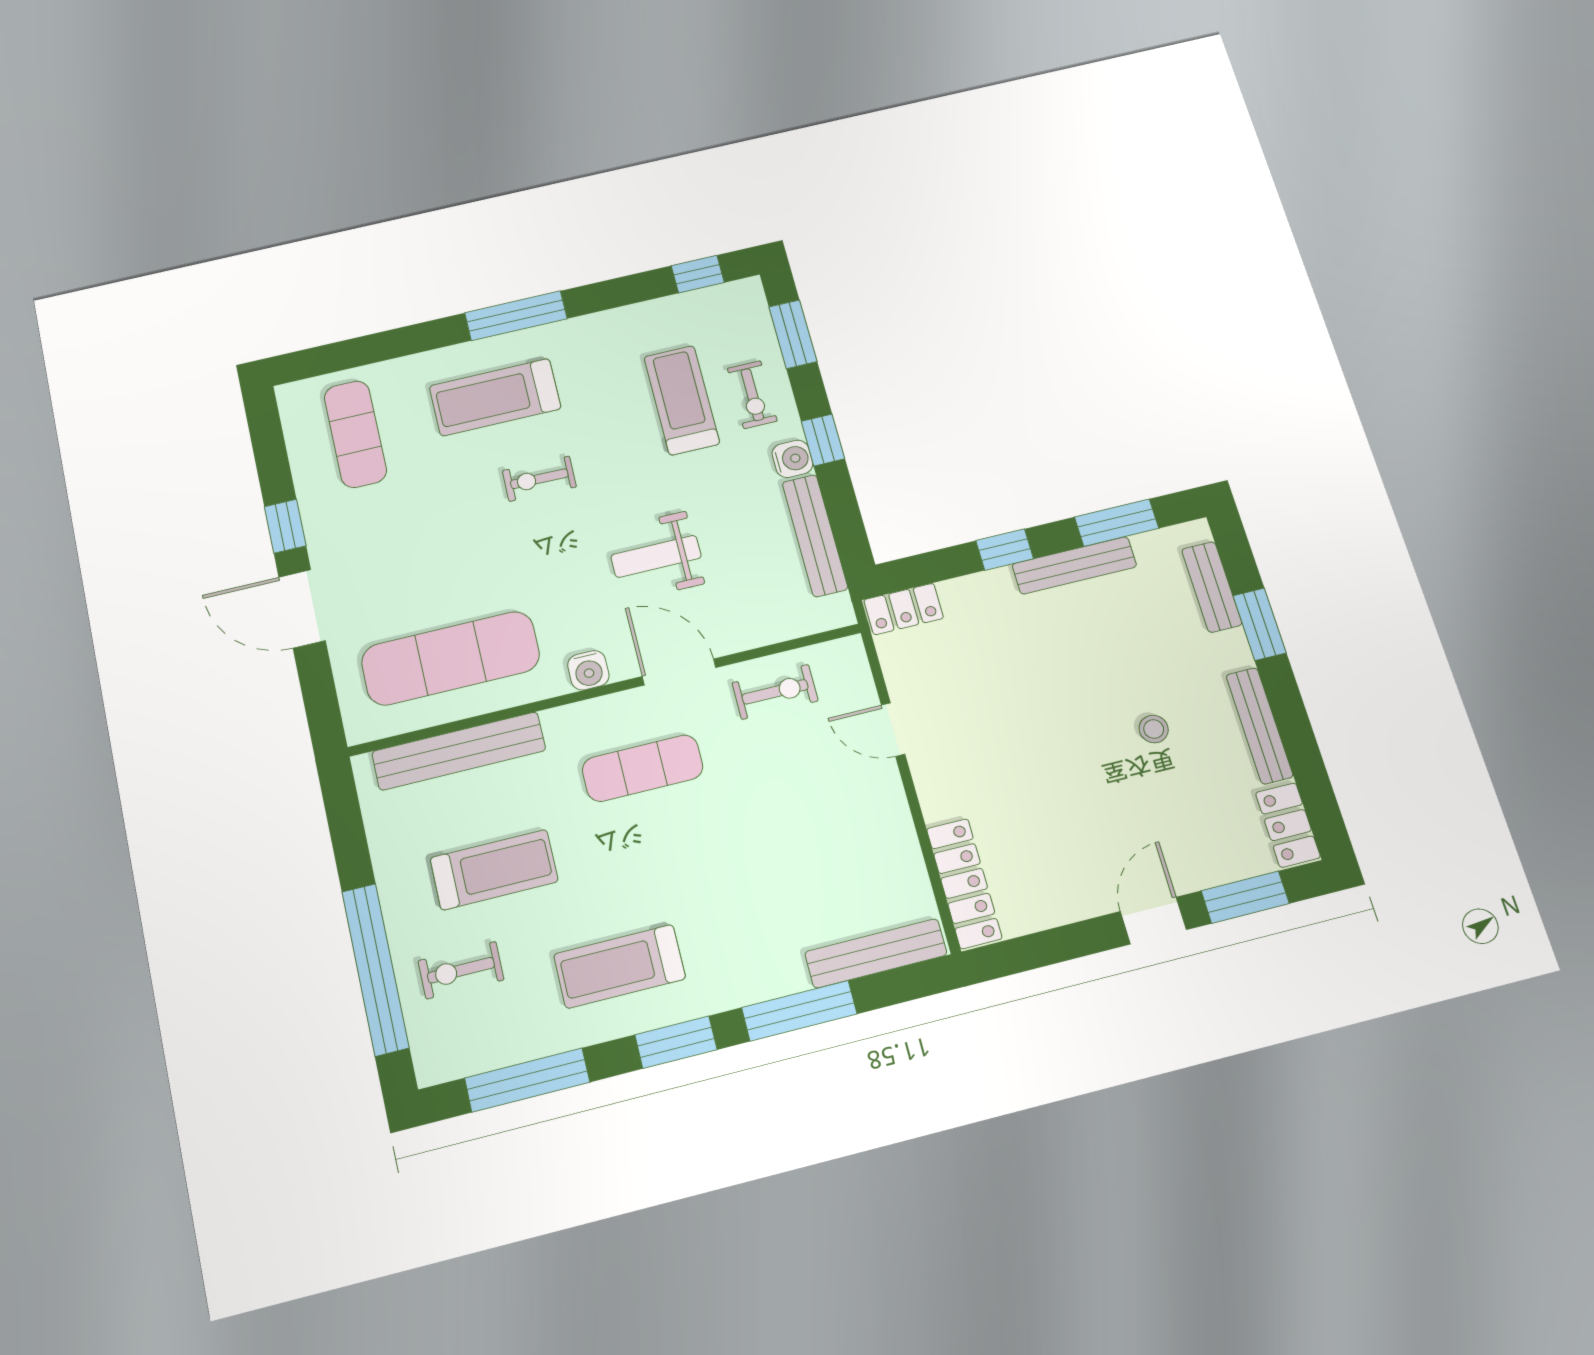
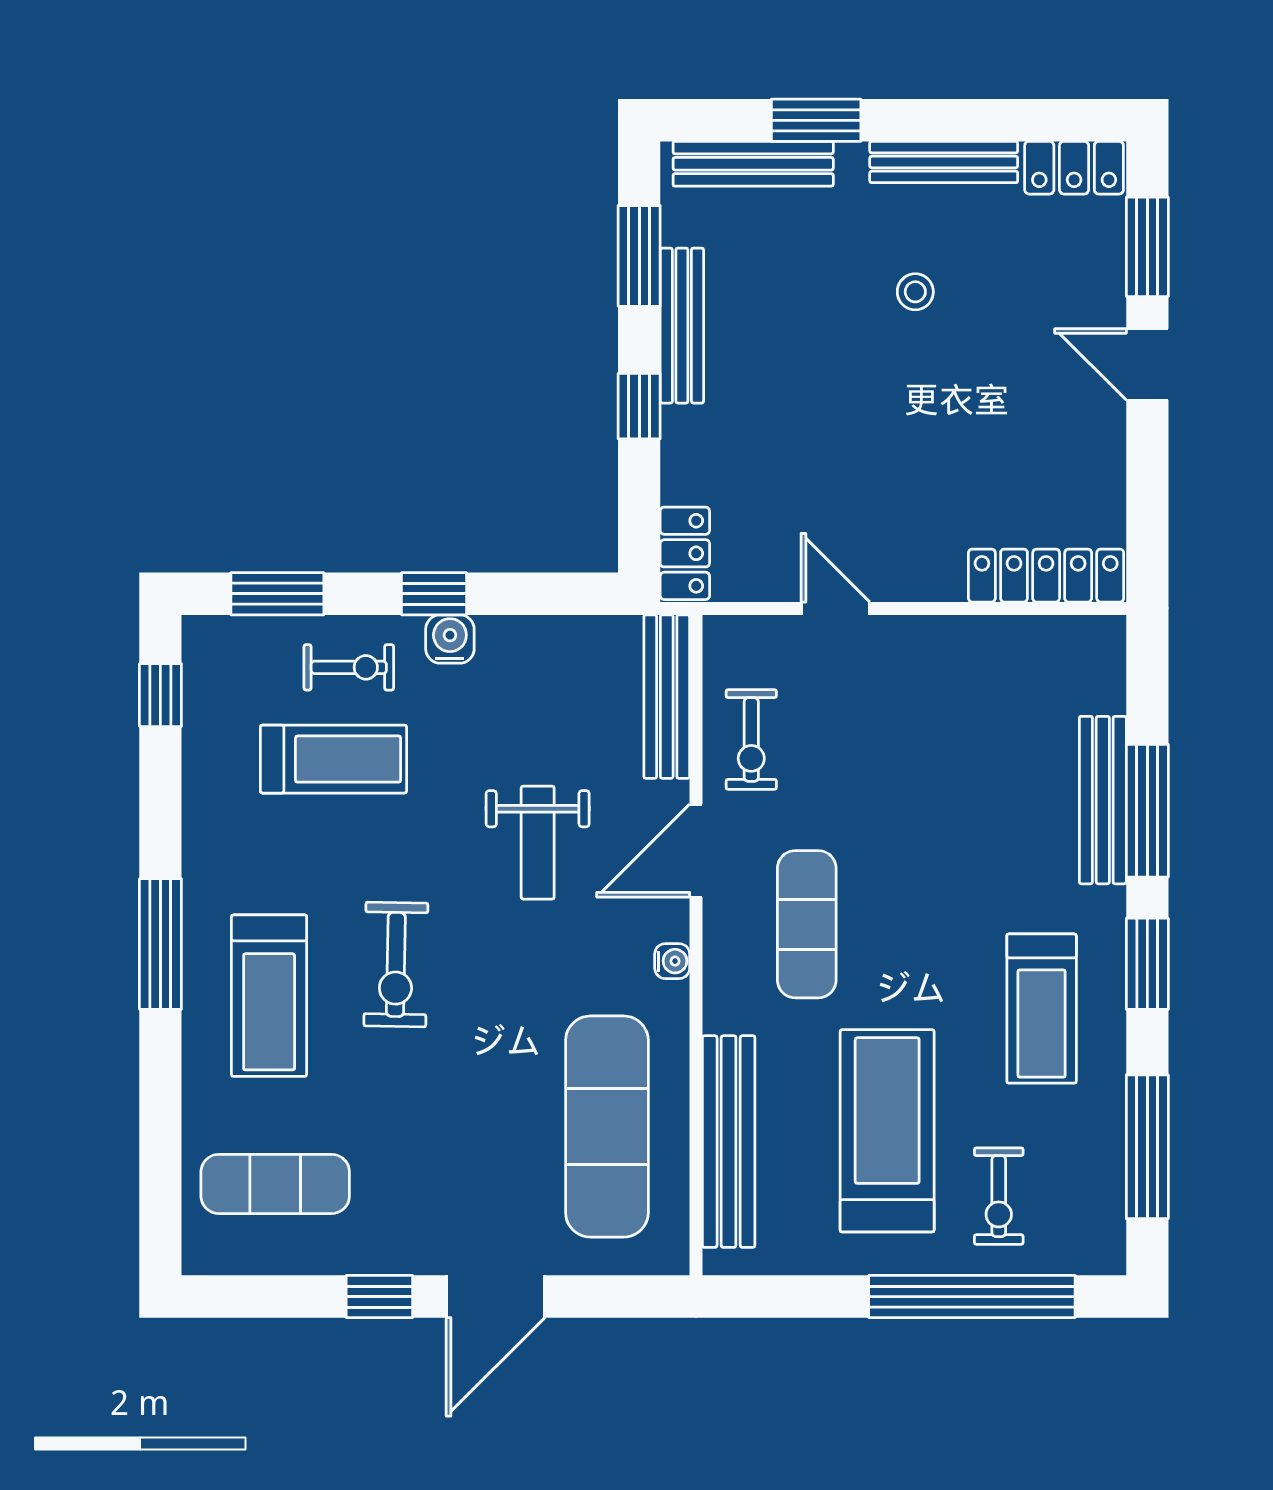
treadmill: (682, 400) -> (333, 759), turned 180
exercise bike: (539, 479) -> (396, 965), width x1.38, depth x1.39
bench: (815, 535) -> (667, 697), moved, turned 90
bench: (1212, 587) -> (753, 164), width x1.36
water cooler: (588, 670) -> (672, 961), width x0.72, depth x0.72
exercise bike: (775, 692) -> (751, 739), turned 180
door: (893, 730) -> (835, 608), swing flipped
treadmill: (494, 870) -> (887, 1131), width x1.37, depth x1.38
bench: (876, 953) -> (1103, 800), moved

